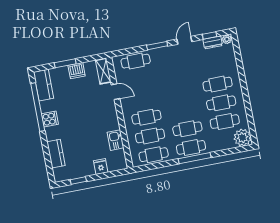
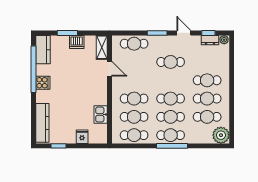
door: (184, 40) -> (184, 33), hinge flipped
cafe table: (177, 73) -> (171, 62), added
cafe table: (184, 110) -> (171, 99), added
kitchen counter: (56, 154) -> (42, 123), width x1.50

